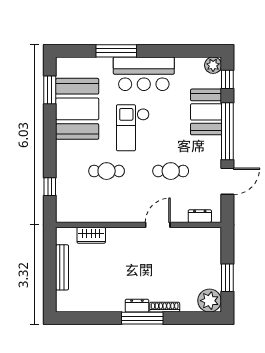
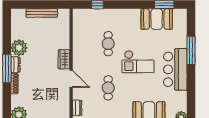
booth: (77, 109) -> (157, 19), width x0.73, depth x0.70
checkout: (133, 128) -> (138, 62), turned 180
wardrobe: (91, 235) -> (64, 59), moved
plant: (112, 300) -> (19, 48), added

